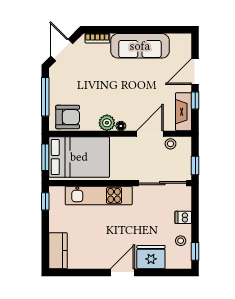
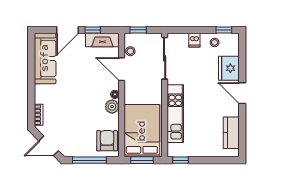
sofa: (140, 46) -> (45, 58), moved
door: (195, 72) -> (67, 30), hinge flipped
window: (195, 166) -> (138, 30), moved
kitchen counter: (58, 251) -> (231, 133), moved, turned -90

